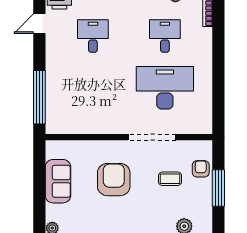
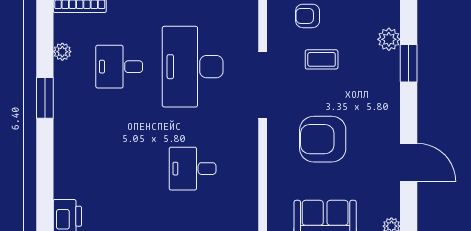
desk: (93, 36) -> (193, 169), moved
coffee table: (170, 179) -> (322, 59), turned 90

